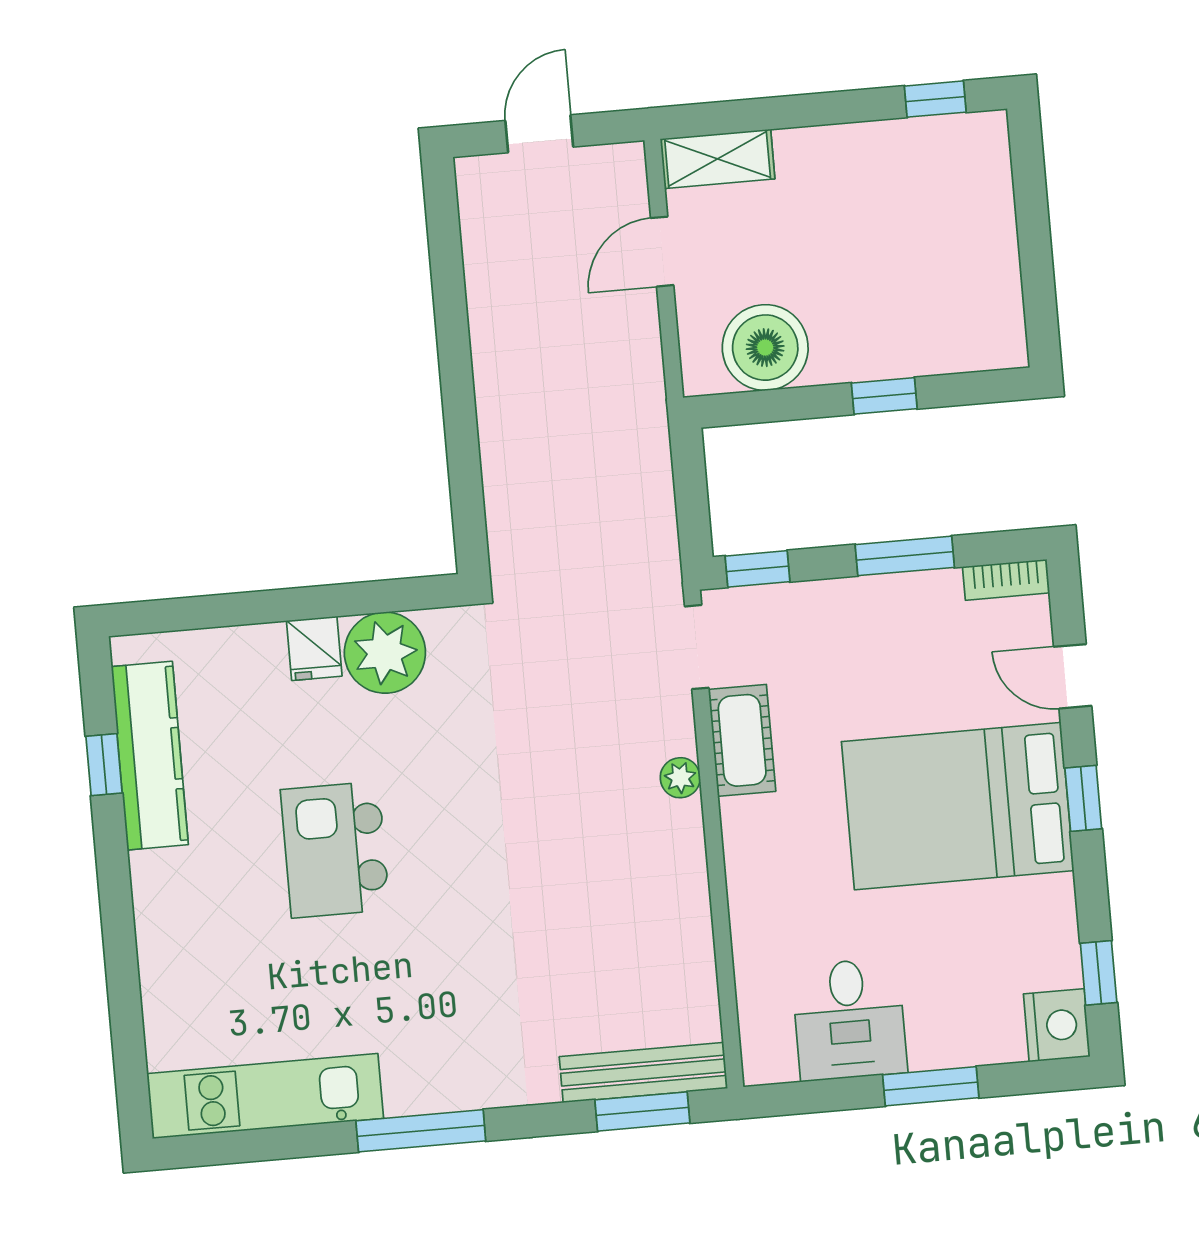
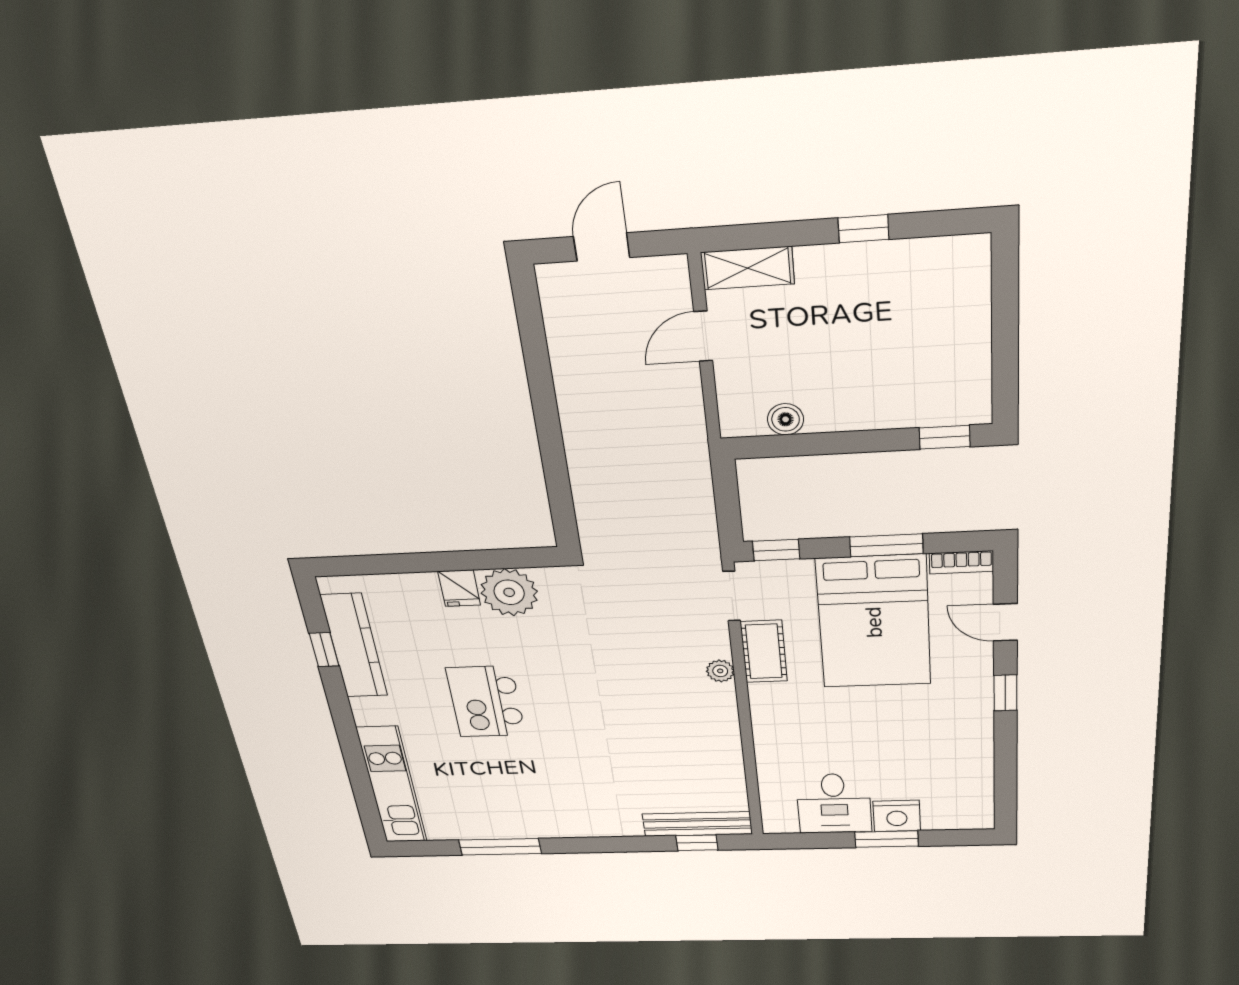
window: (935, 99) -> (864, 229), moved
boiler: (765, 348) -> (786, 419), width x0.54, depth x0.54
window: (884, 396) -> (945, 437), moved
bed: (958, 806) -> (874, 622), moved, turned -90
window: (1099, 973) -> (1006, 787), removed
nightstand: (1057, 1025) -> (897, 816), moved, turned 90
kitchen unit: (265, 1096) -> (392, 785), moved, turned 90
window: (642, 1111) -> (697, 843), width x0.67
window: (421, 1131) -> (500, 847), moved

